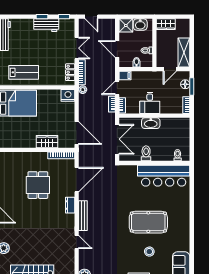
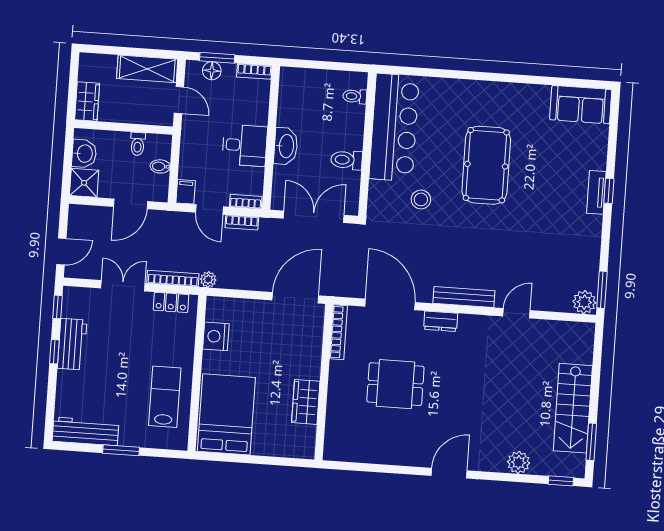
nightstand: (68, 95) -> (216, 336), moved
wardrobe: (47, 142) -> (306, 402), moved
stool: (149, 252) -> (421, 199), moved

